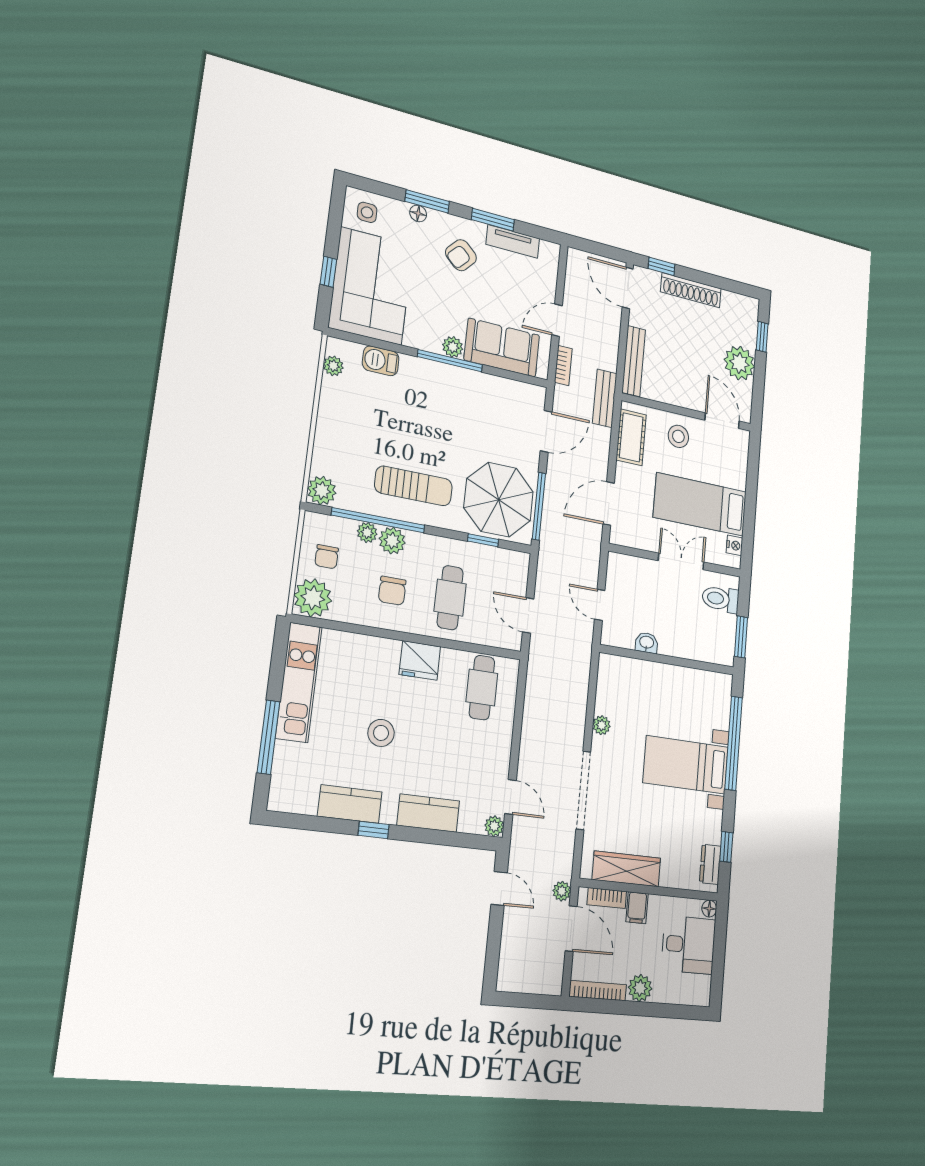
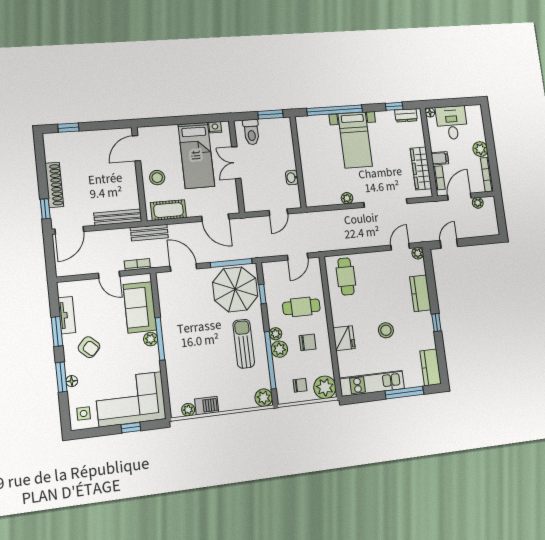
barbecue: (381, 361) -> (207, 406), moved, turned -90
plant: (739, 363) -> (93, 142), removed
plant: (367, 533) -> (276, 334), moved
fridge: (420, 660) -> (344, 338), moved
cafe table: (482, 688) -> (346, 277), turned 90
kitchen counter: (350, 804) -> (431, 367), moved
plant: (562, 891) -> (478, 203), moved

